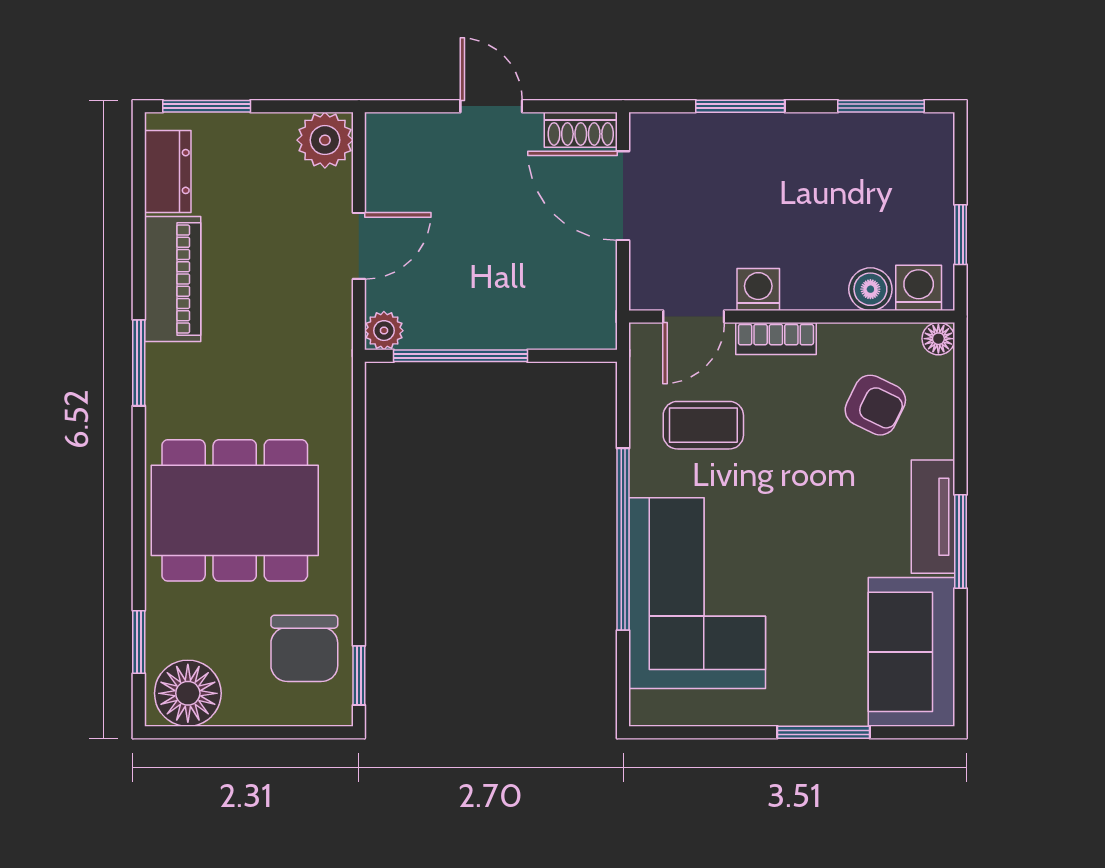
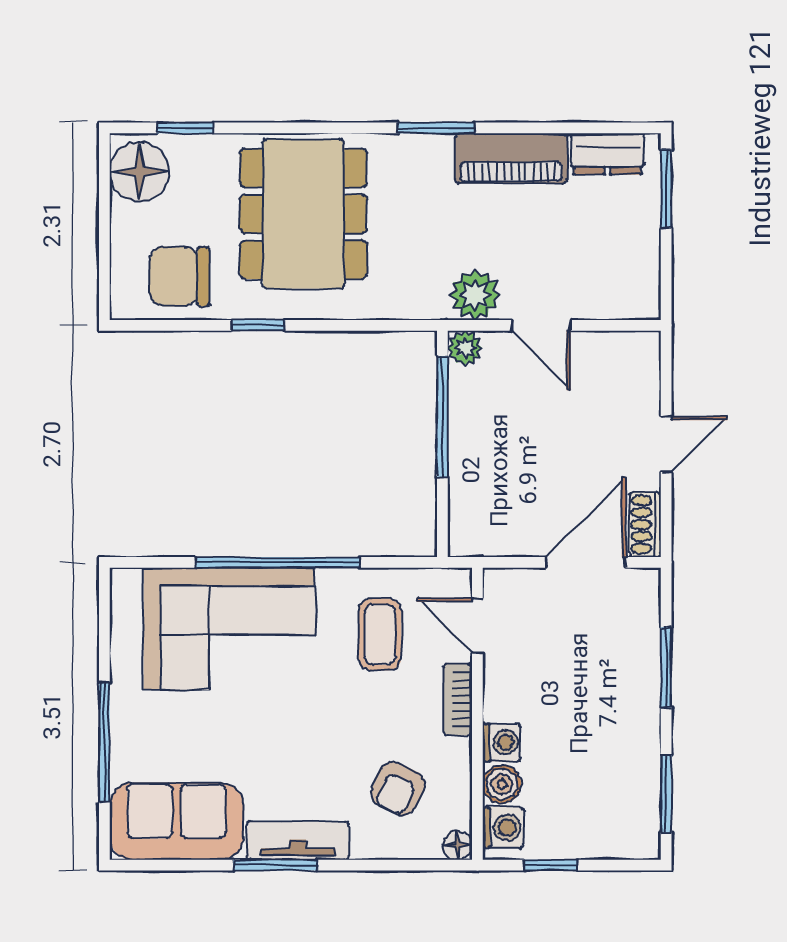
plant: (325, 140) -> (475, 295), moved
washing machine: (758, 289) -> (502, 743), moved
window: (359, 675) -> (258, 325), moved
window: (823, 732) -> (104, 742), width x1.44

